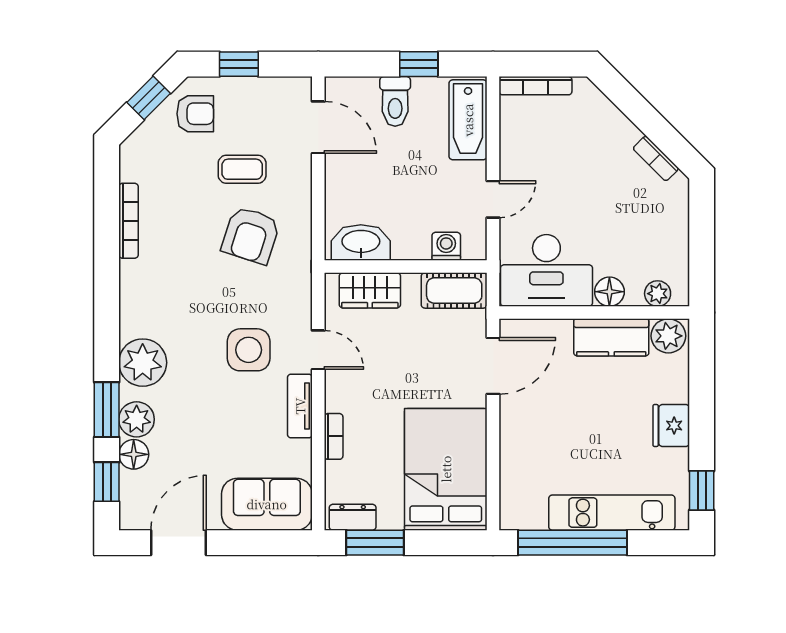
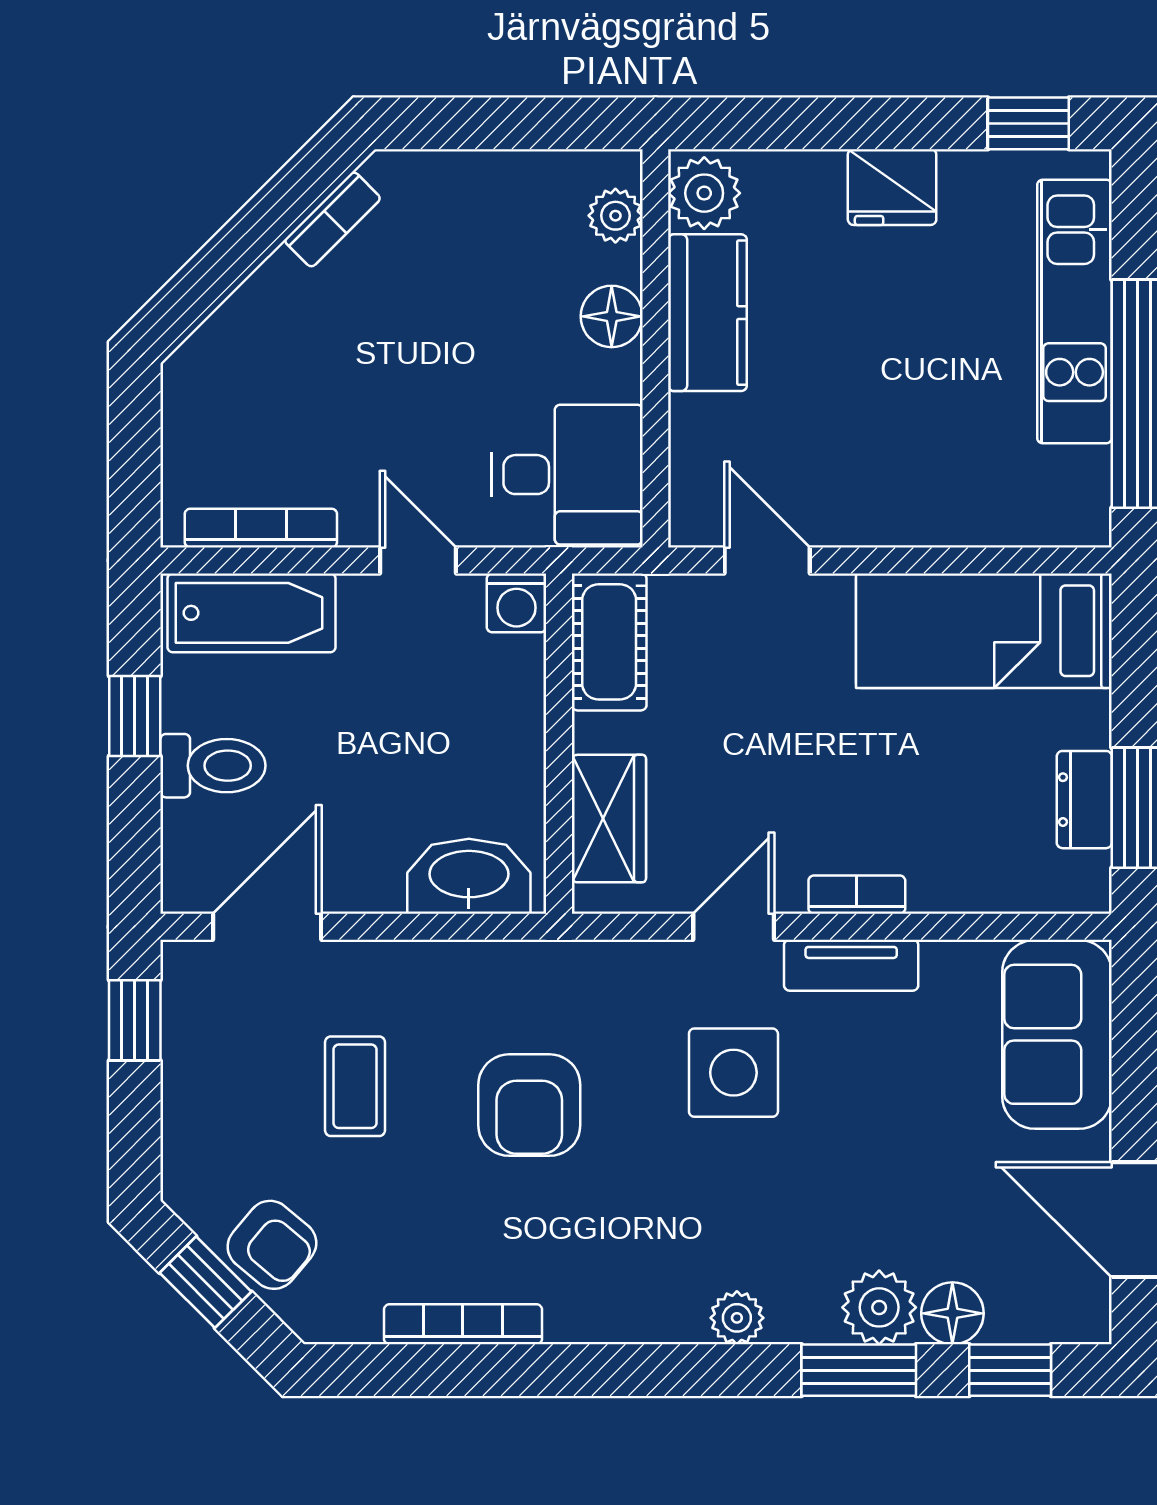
window: (239, 64) -> (135, 1020), moved
bookcase: (535, 86) -> (261, 528), moved, turned -90
armchair: (195, 114) -> (272, 1245), moved, turned 130
armchair: (251, 235) -> (529, 1105), moved, turned 72
washbasin: (361, 242) -> (469, 876), moved, turned 90
washing machine: (446, 246) -> (516, 603), moved, turned -90
desk: (546, 270) -> (567, 475), width x0.73
plant: (143, 363) -> (737, 1318), width x0.53, depth x0.53
door: (493, 366) -> (767, 560), width x0.73
bookcase: (334, 436) -> (857, 895), moved
bed: (446, 469) -> (984, 631), width x0.67
dresser: (353, 517) -> (1084, 800), moved

